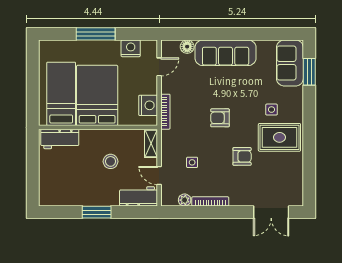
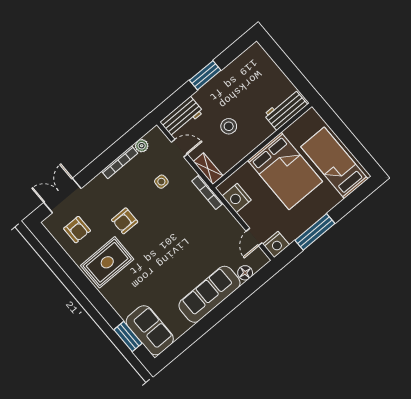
window: (96, 34) -> (315, 232), moved
nightstand: (131, 48) -> (276, 244), moved
bed: (61, 94) -> (334, 163), moved, turned 180
side table: (272, 110) -> (133, 279), removed
bookcase: (165, 112) -> (208, 192), moved
armchair: (220, 118) -> (77, 230), moved, turned 90

